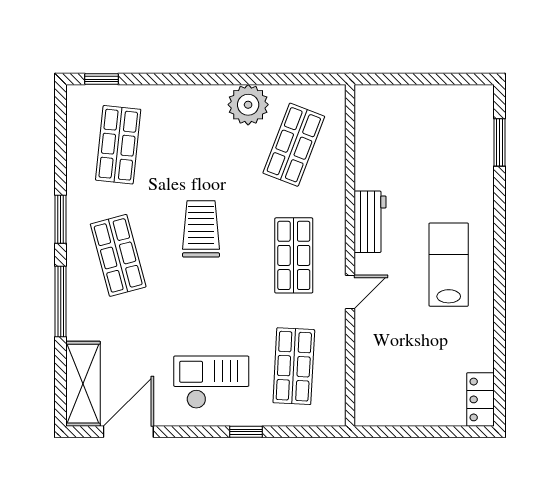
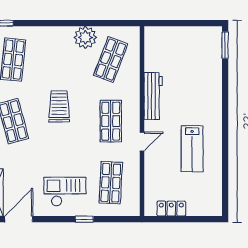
window: (499, 142) -> (225, 45), moved
workbench: (370, 222) -> (153, 96), width x1.38
lab bench: (449, 265) -> (192, 149), moved, turned 180
locker: (480, 399) -> (171, 209), moved, turned 90

